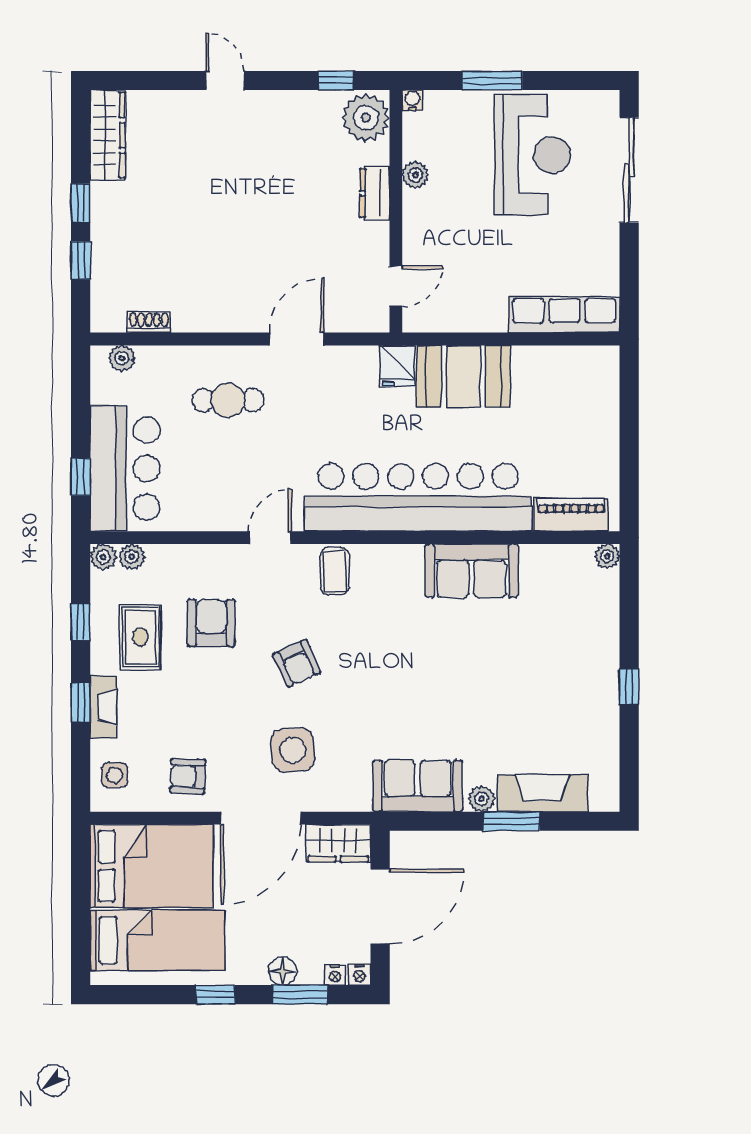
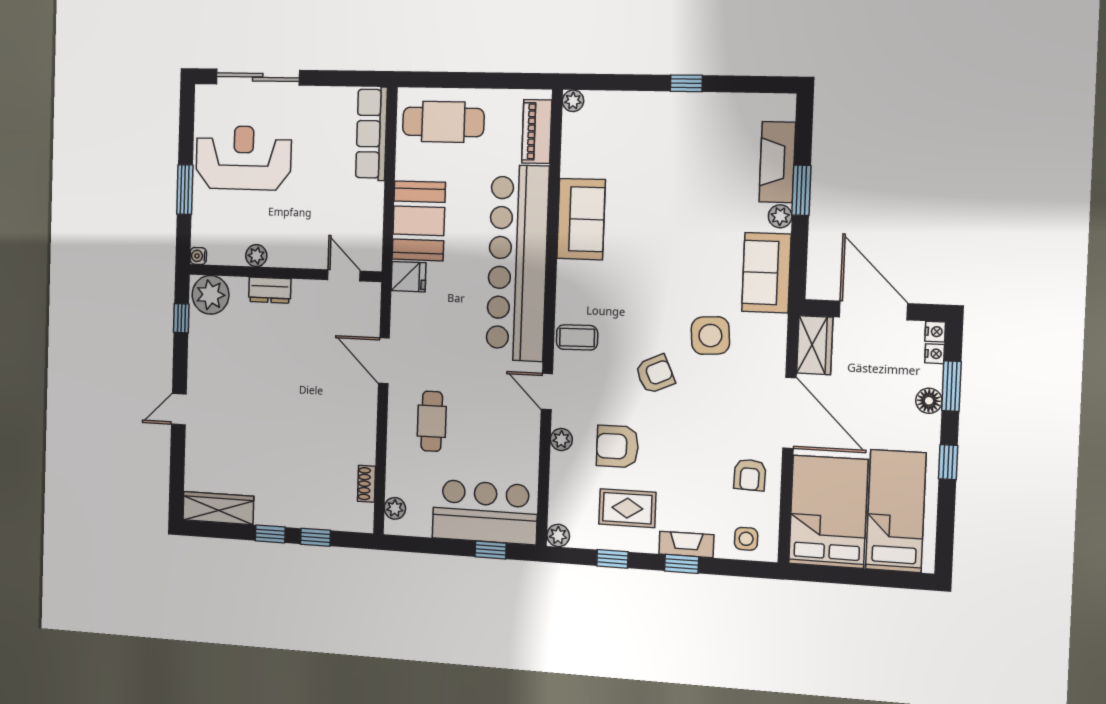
cafe table: (580, 402) -> (443, 122), added
plant: (132, 557) -> (561, 440), moved
side table: (293, 750) -> (710, 336), moved

